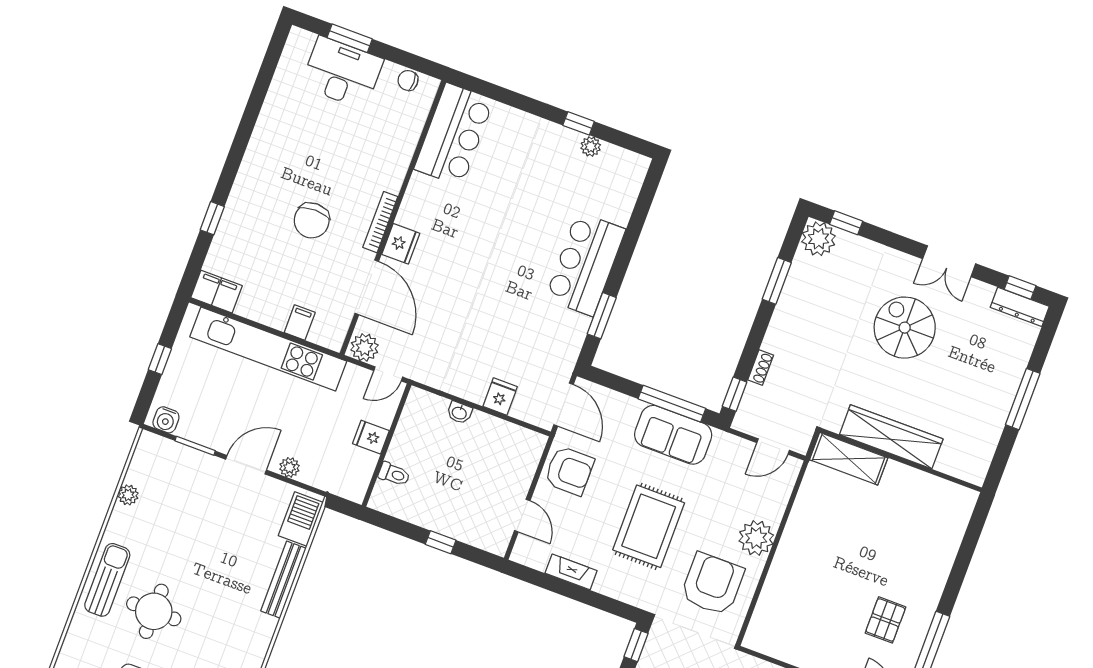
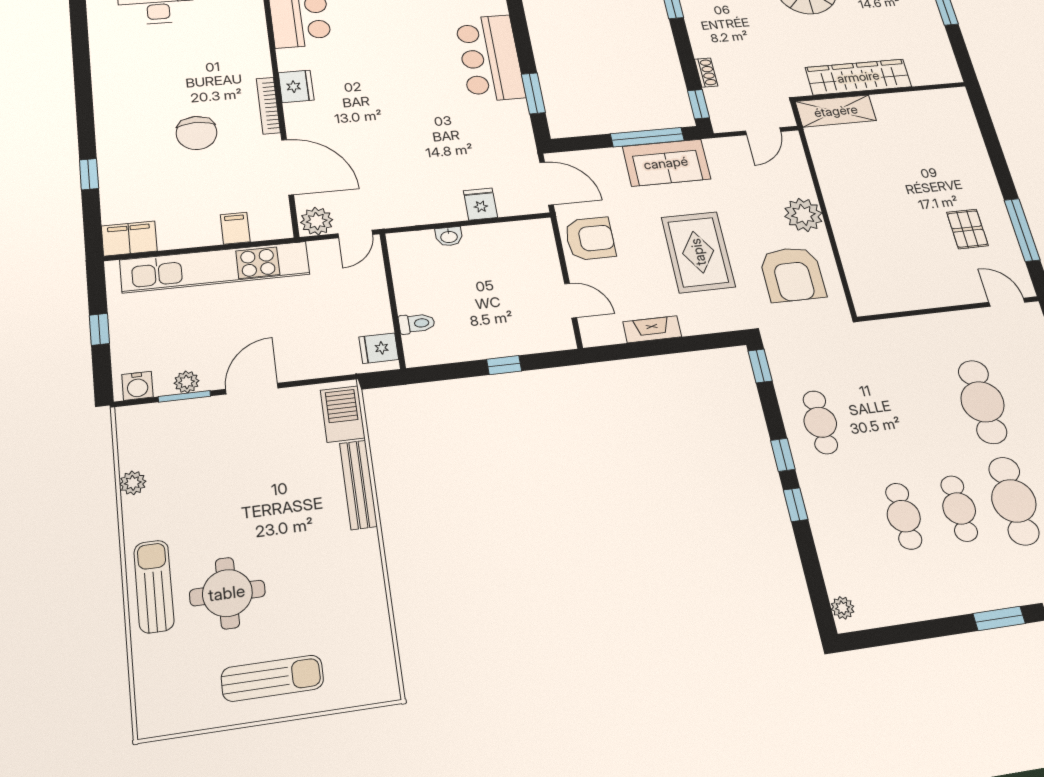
fridge: (401, 244) -> (296, 86), moved
fridge: (371, 437) -> (379, 348), moved
plant: (289, 467) -> (187, 382), moved
armchair: (712, 584) -> (792, 274), turned 180

